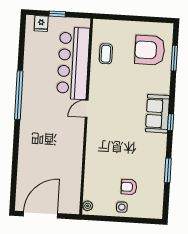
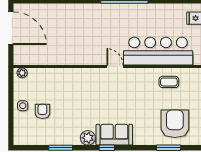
plant: (159, 141) -> (88, 138), added

